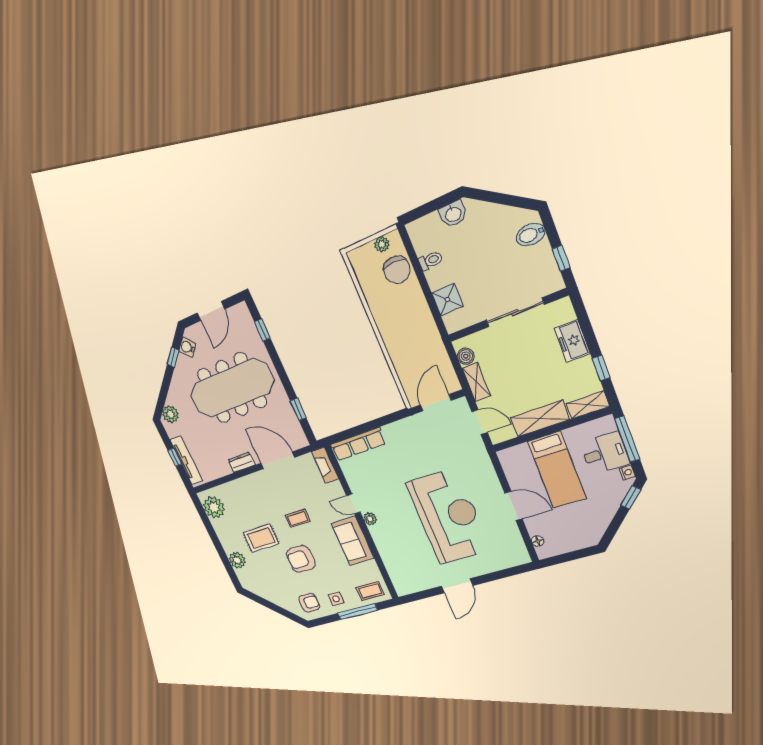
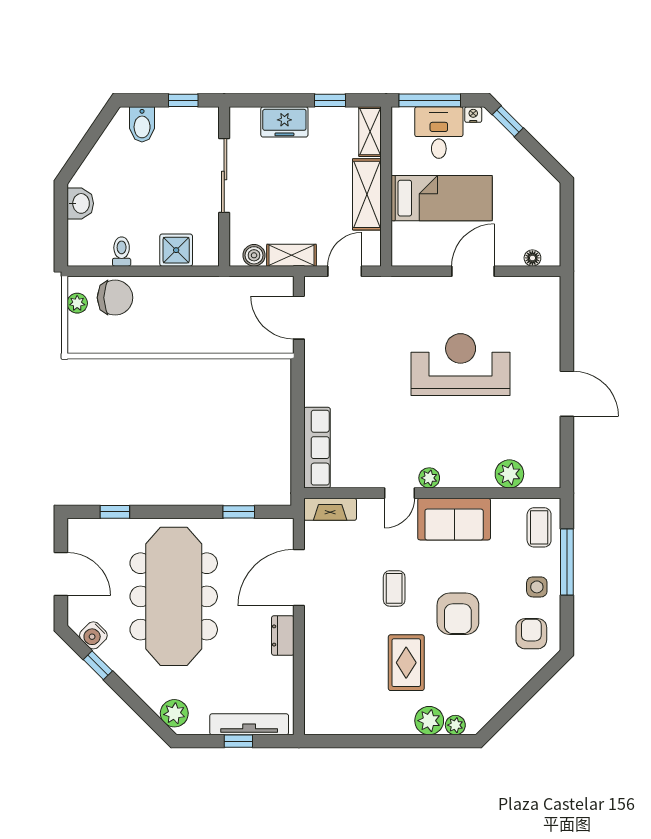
plant: (214, 507) -> (455, 725), moved, width x0.53, depth x0.53
reception desk: (448, 516) -> (461, 365), width x0.74, depth x0.77
plant: (394, 565) -> (509, 474), added

